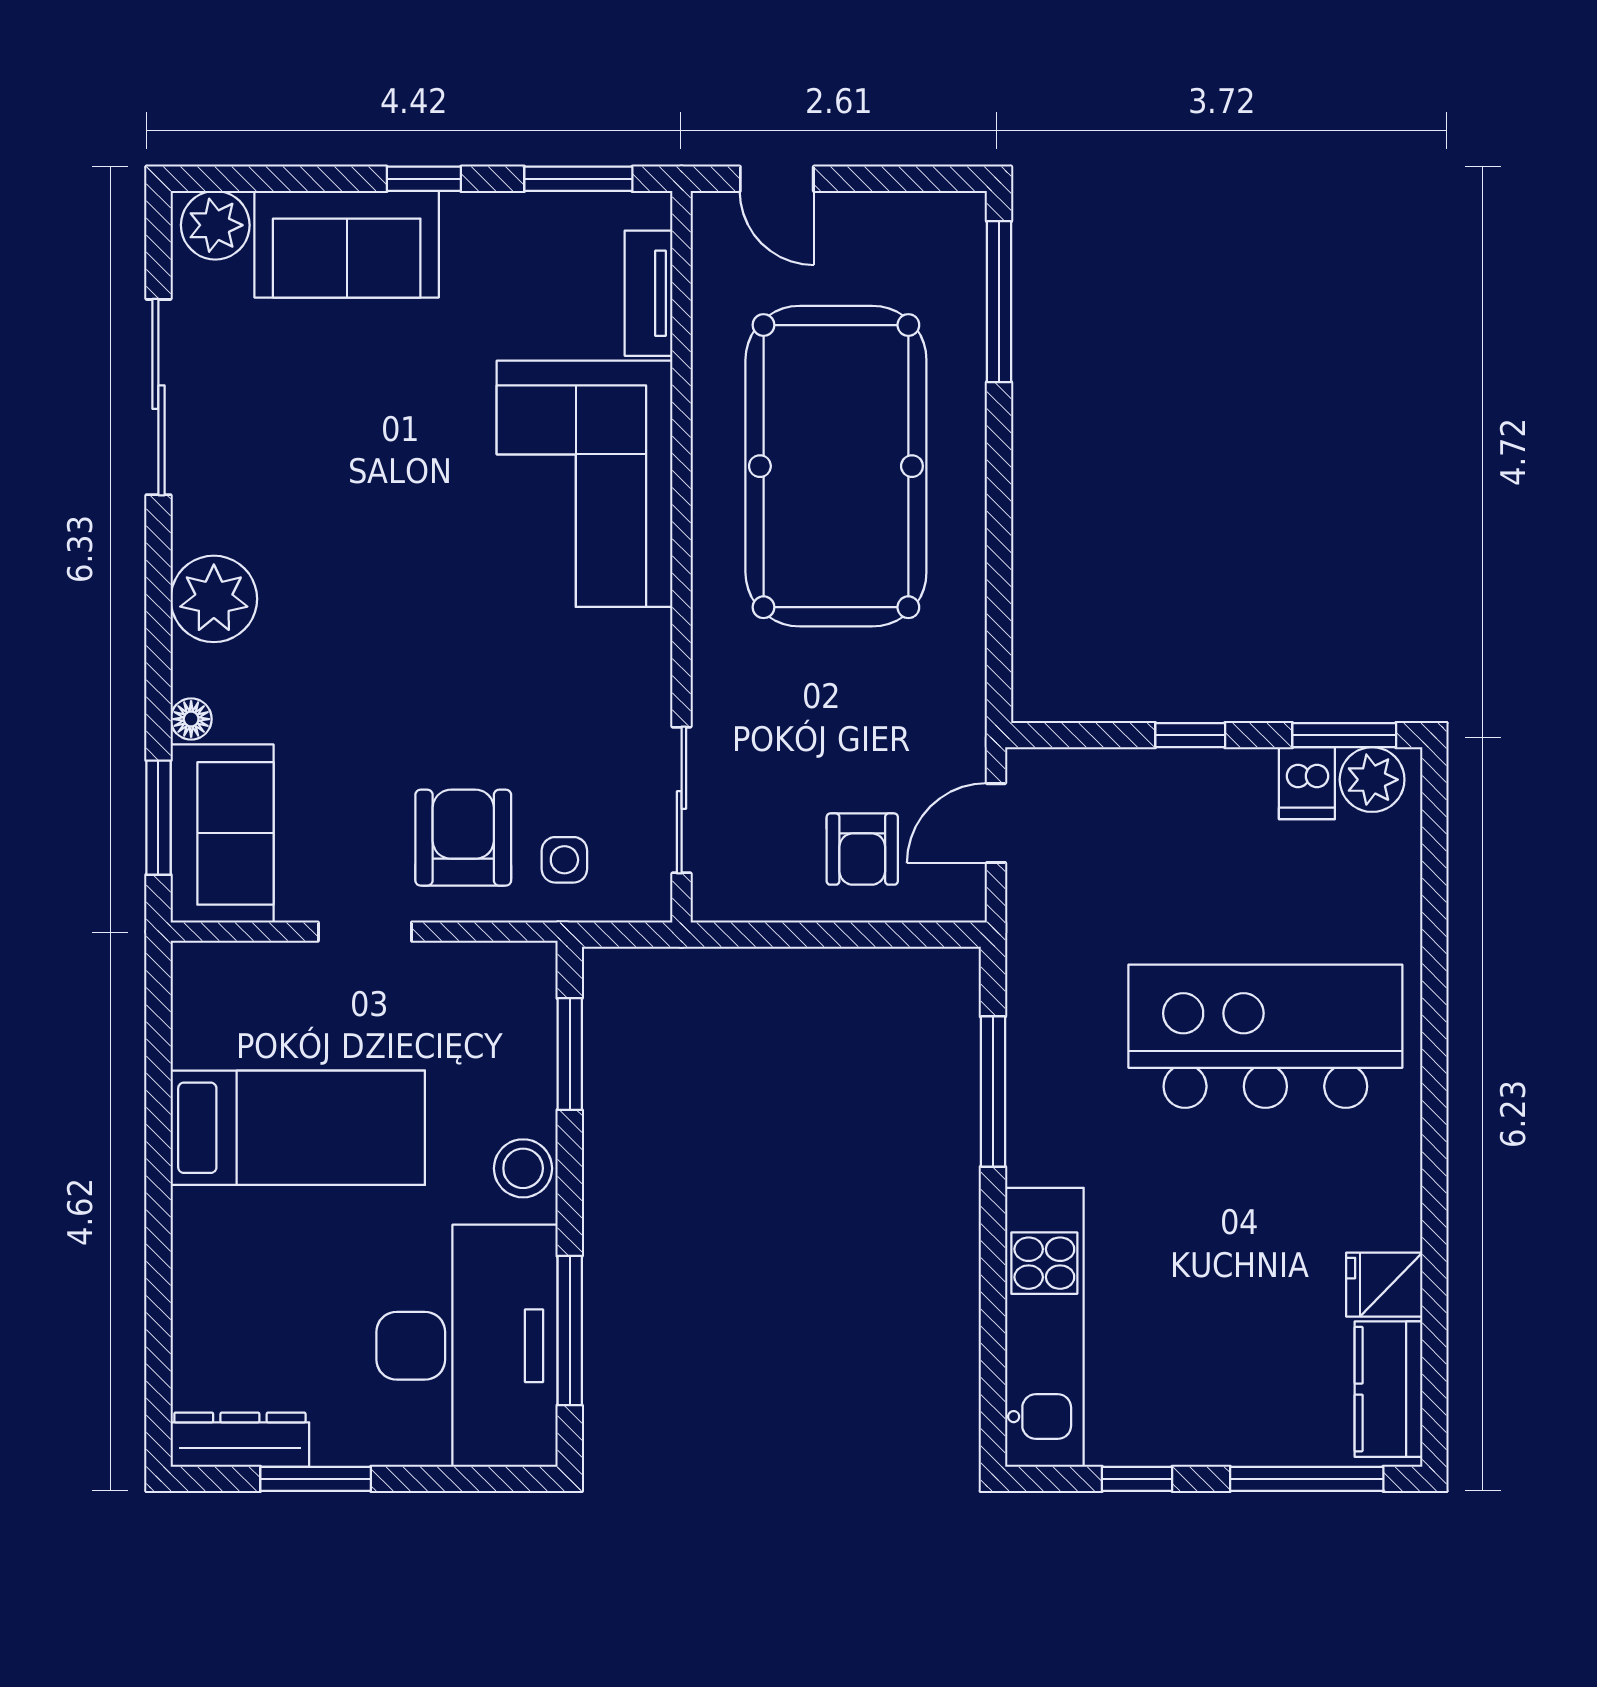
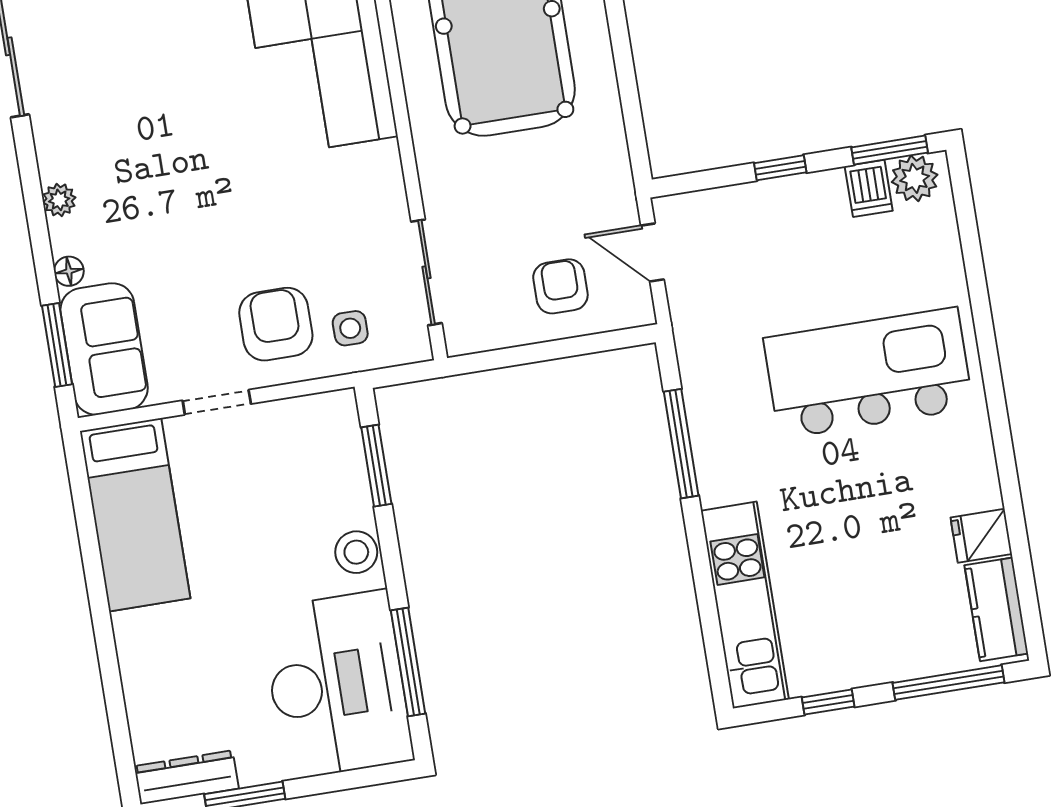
plant: (214, 599) -> (59, 200), width x0.53, depth x0.53
door: (996, 823) -> (652, 253), hinge flipped
armchair: (862, 849) -> (560, 286), turned 180
bed: (298, 1128) -> (135, 515), moved, turned 90

